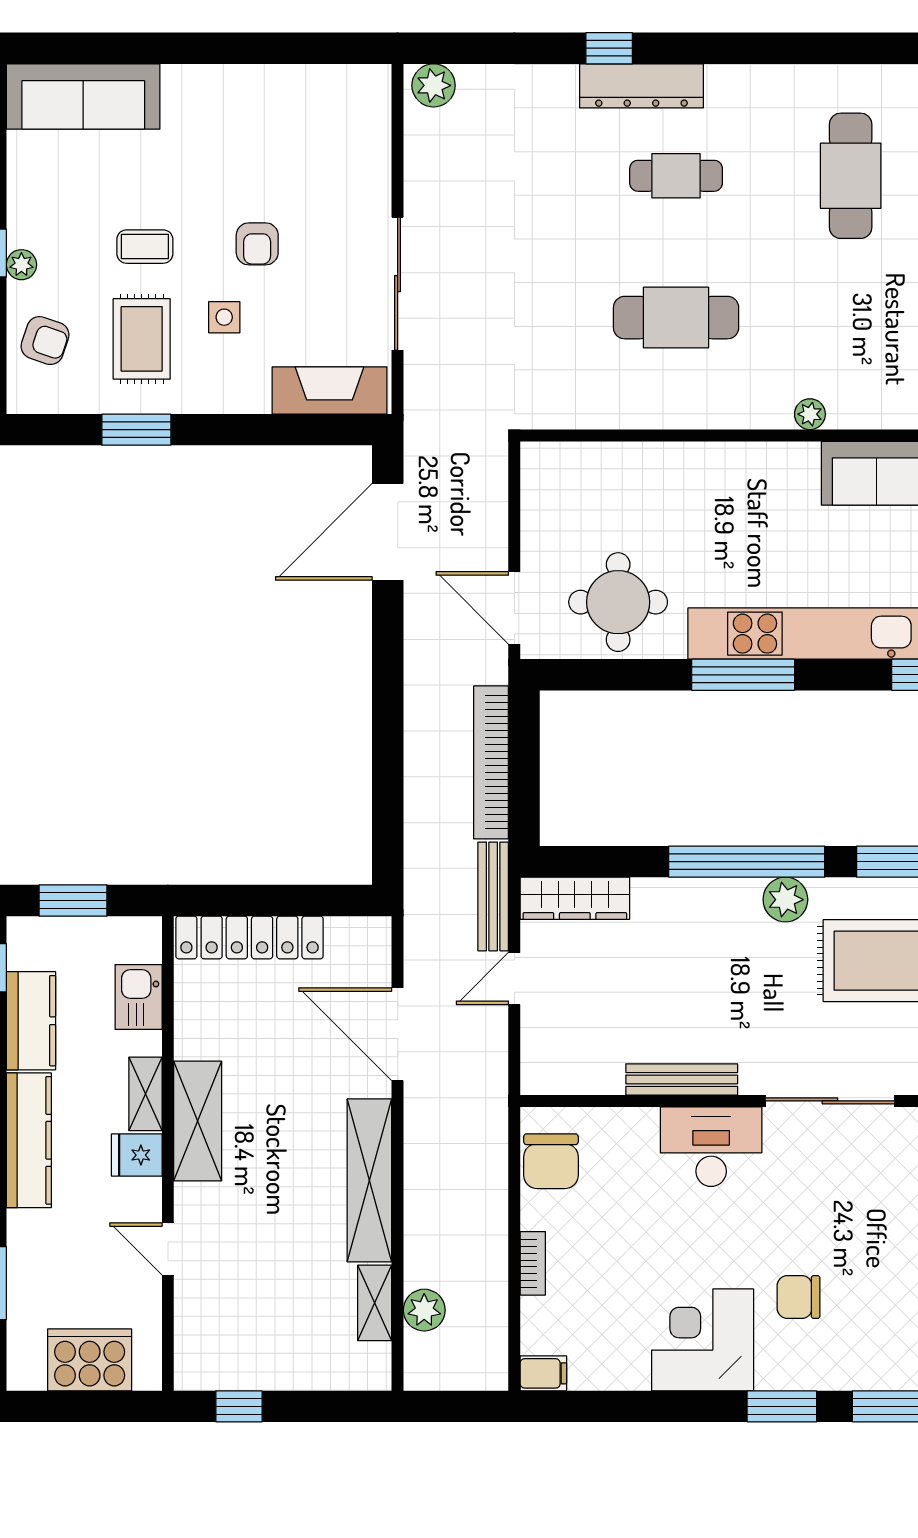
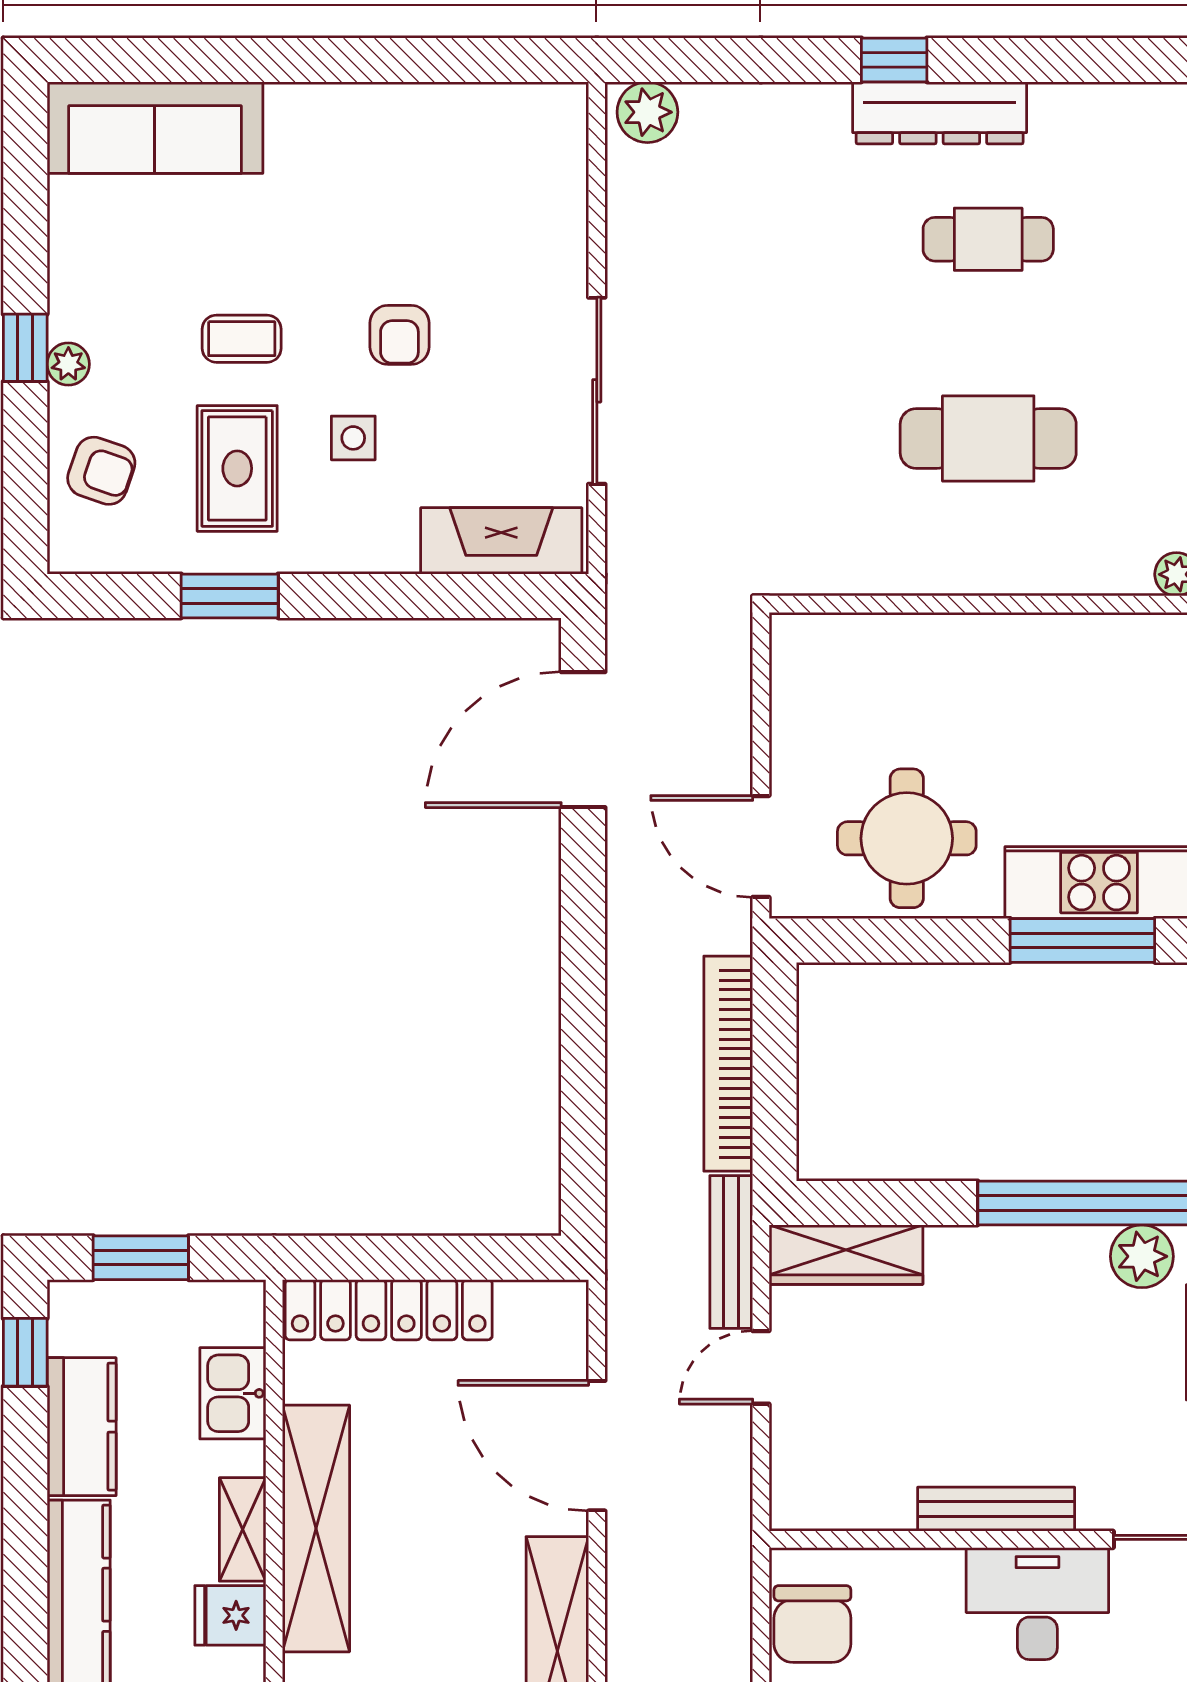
shelving: (198, 1121) -> (316, 1528), width x1.47

